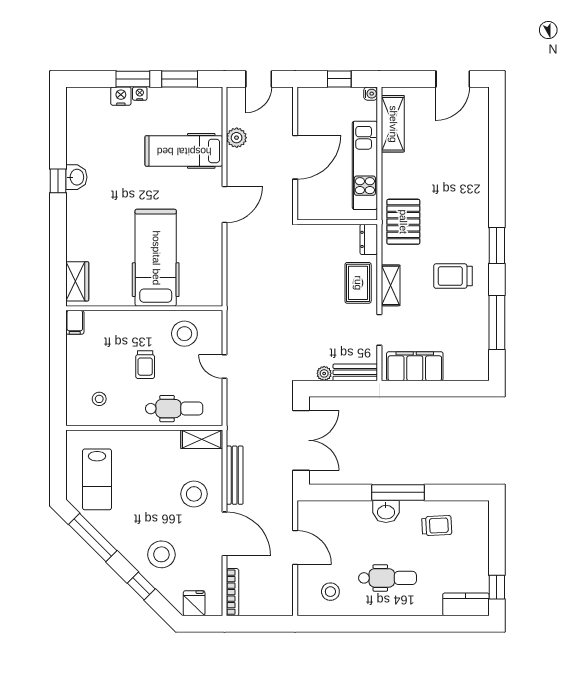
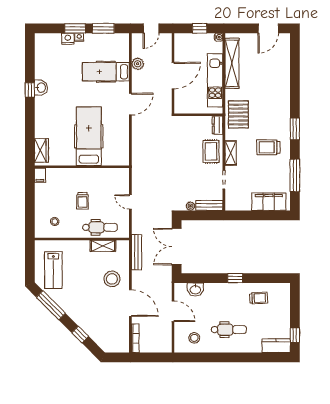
shelving: (393, 124) -> (232, 63), width x1.47
stool: (184, 334) -> (106, 182), removed
filing cabinet: (415, 366) -> (269, 202), moved
shelving: (202, 439) -> (103, 246), moved
double door: (301, 440) -> (177, 247), swing flipped
bench: (235, 475) -> (137, 252), moved
window: (398, 492) -> (235, 278), width x0.46
washbasin: (386, 511) -> (195, 289), moved
stool: (161, 554) -> (92, 315), removed
fridge: (194, 603) -> (112, 345), removed

